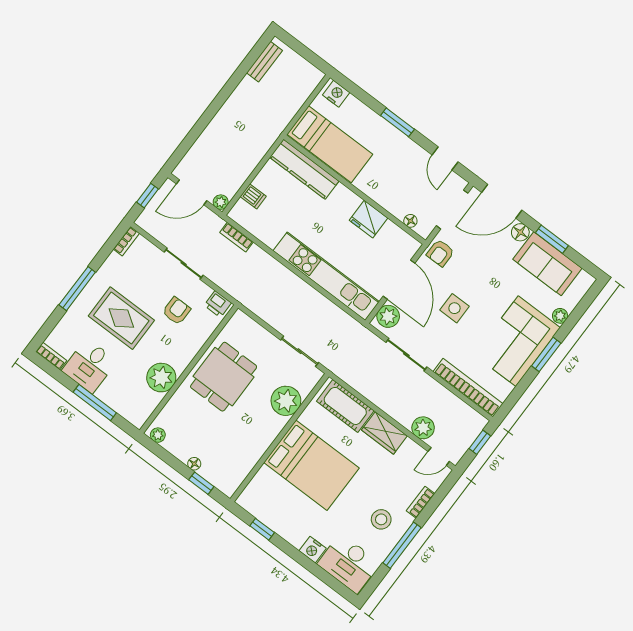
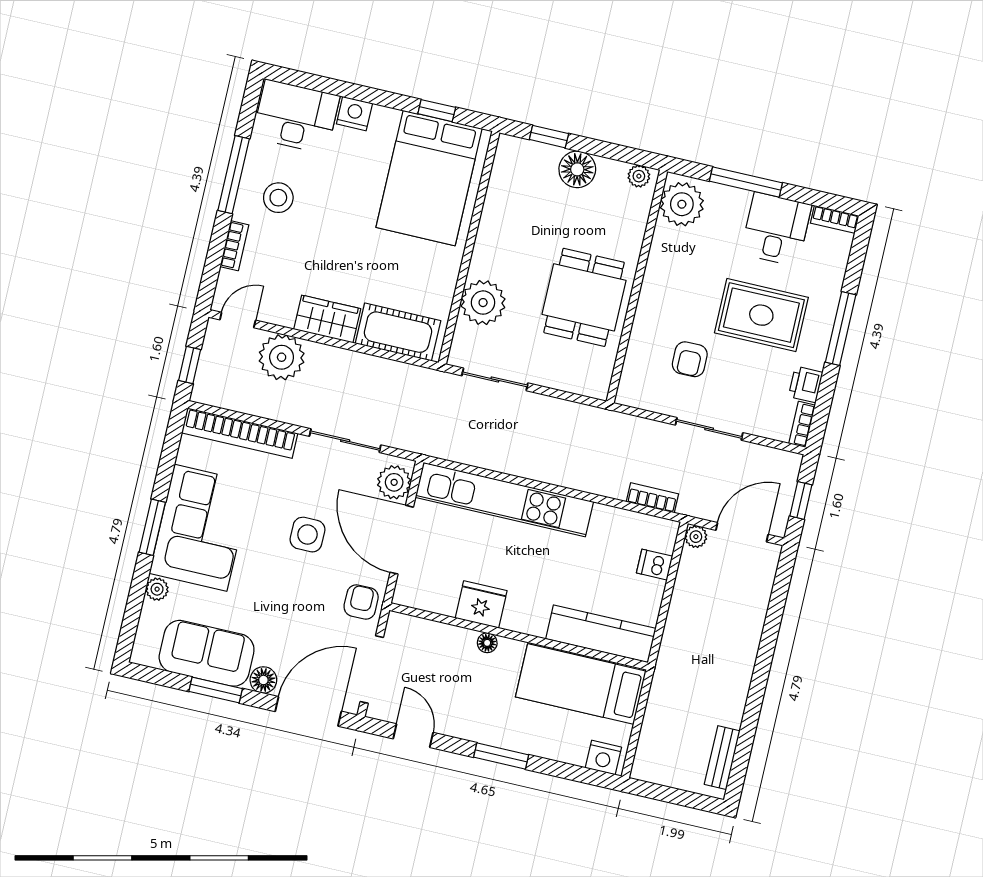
floor lamp: (410, 221) -> (487, 643), moved
printer: (218, 304) -> (806, 384), moved, turned -90
plant: (161, 378) -> (682, 204), moved
plant: (423, 428) -> (282, 357), width x1.36, depth x1.36
floor lamp: (194, 464) -> (577, 169), width x1.89, depth x1.89
bed: (311, 465) -> (429, 178), moved, turned -90

